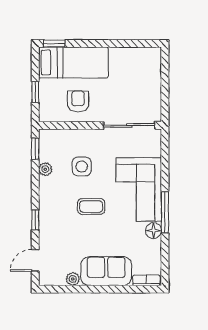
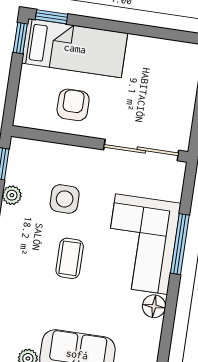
window: (35, 92) -> (20, 38), moved
coffee table: (91, 206) -> (70, 258), turned 90
window: (165, 212) -> (180, 244), moved

